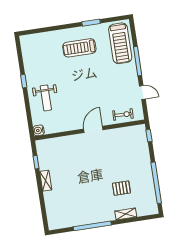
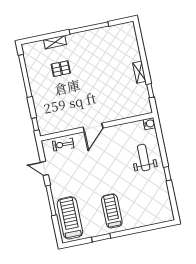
treadmill: (79, 48) -> (112, 211), turned -90

